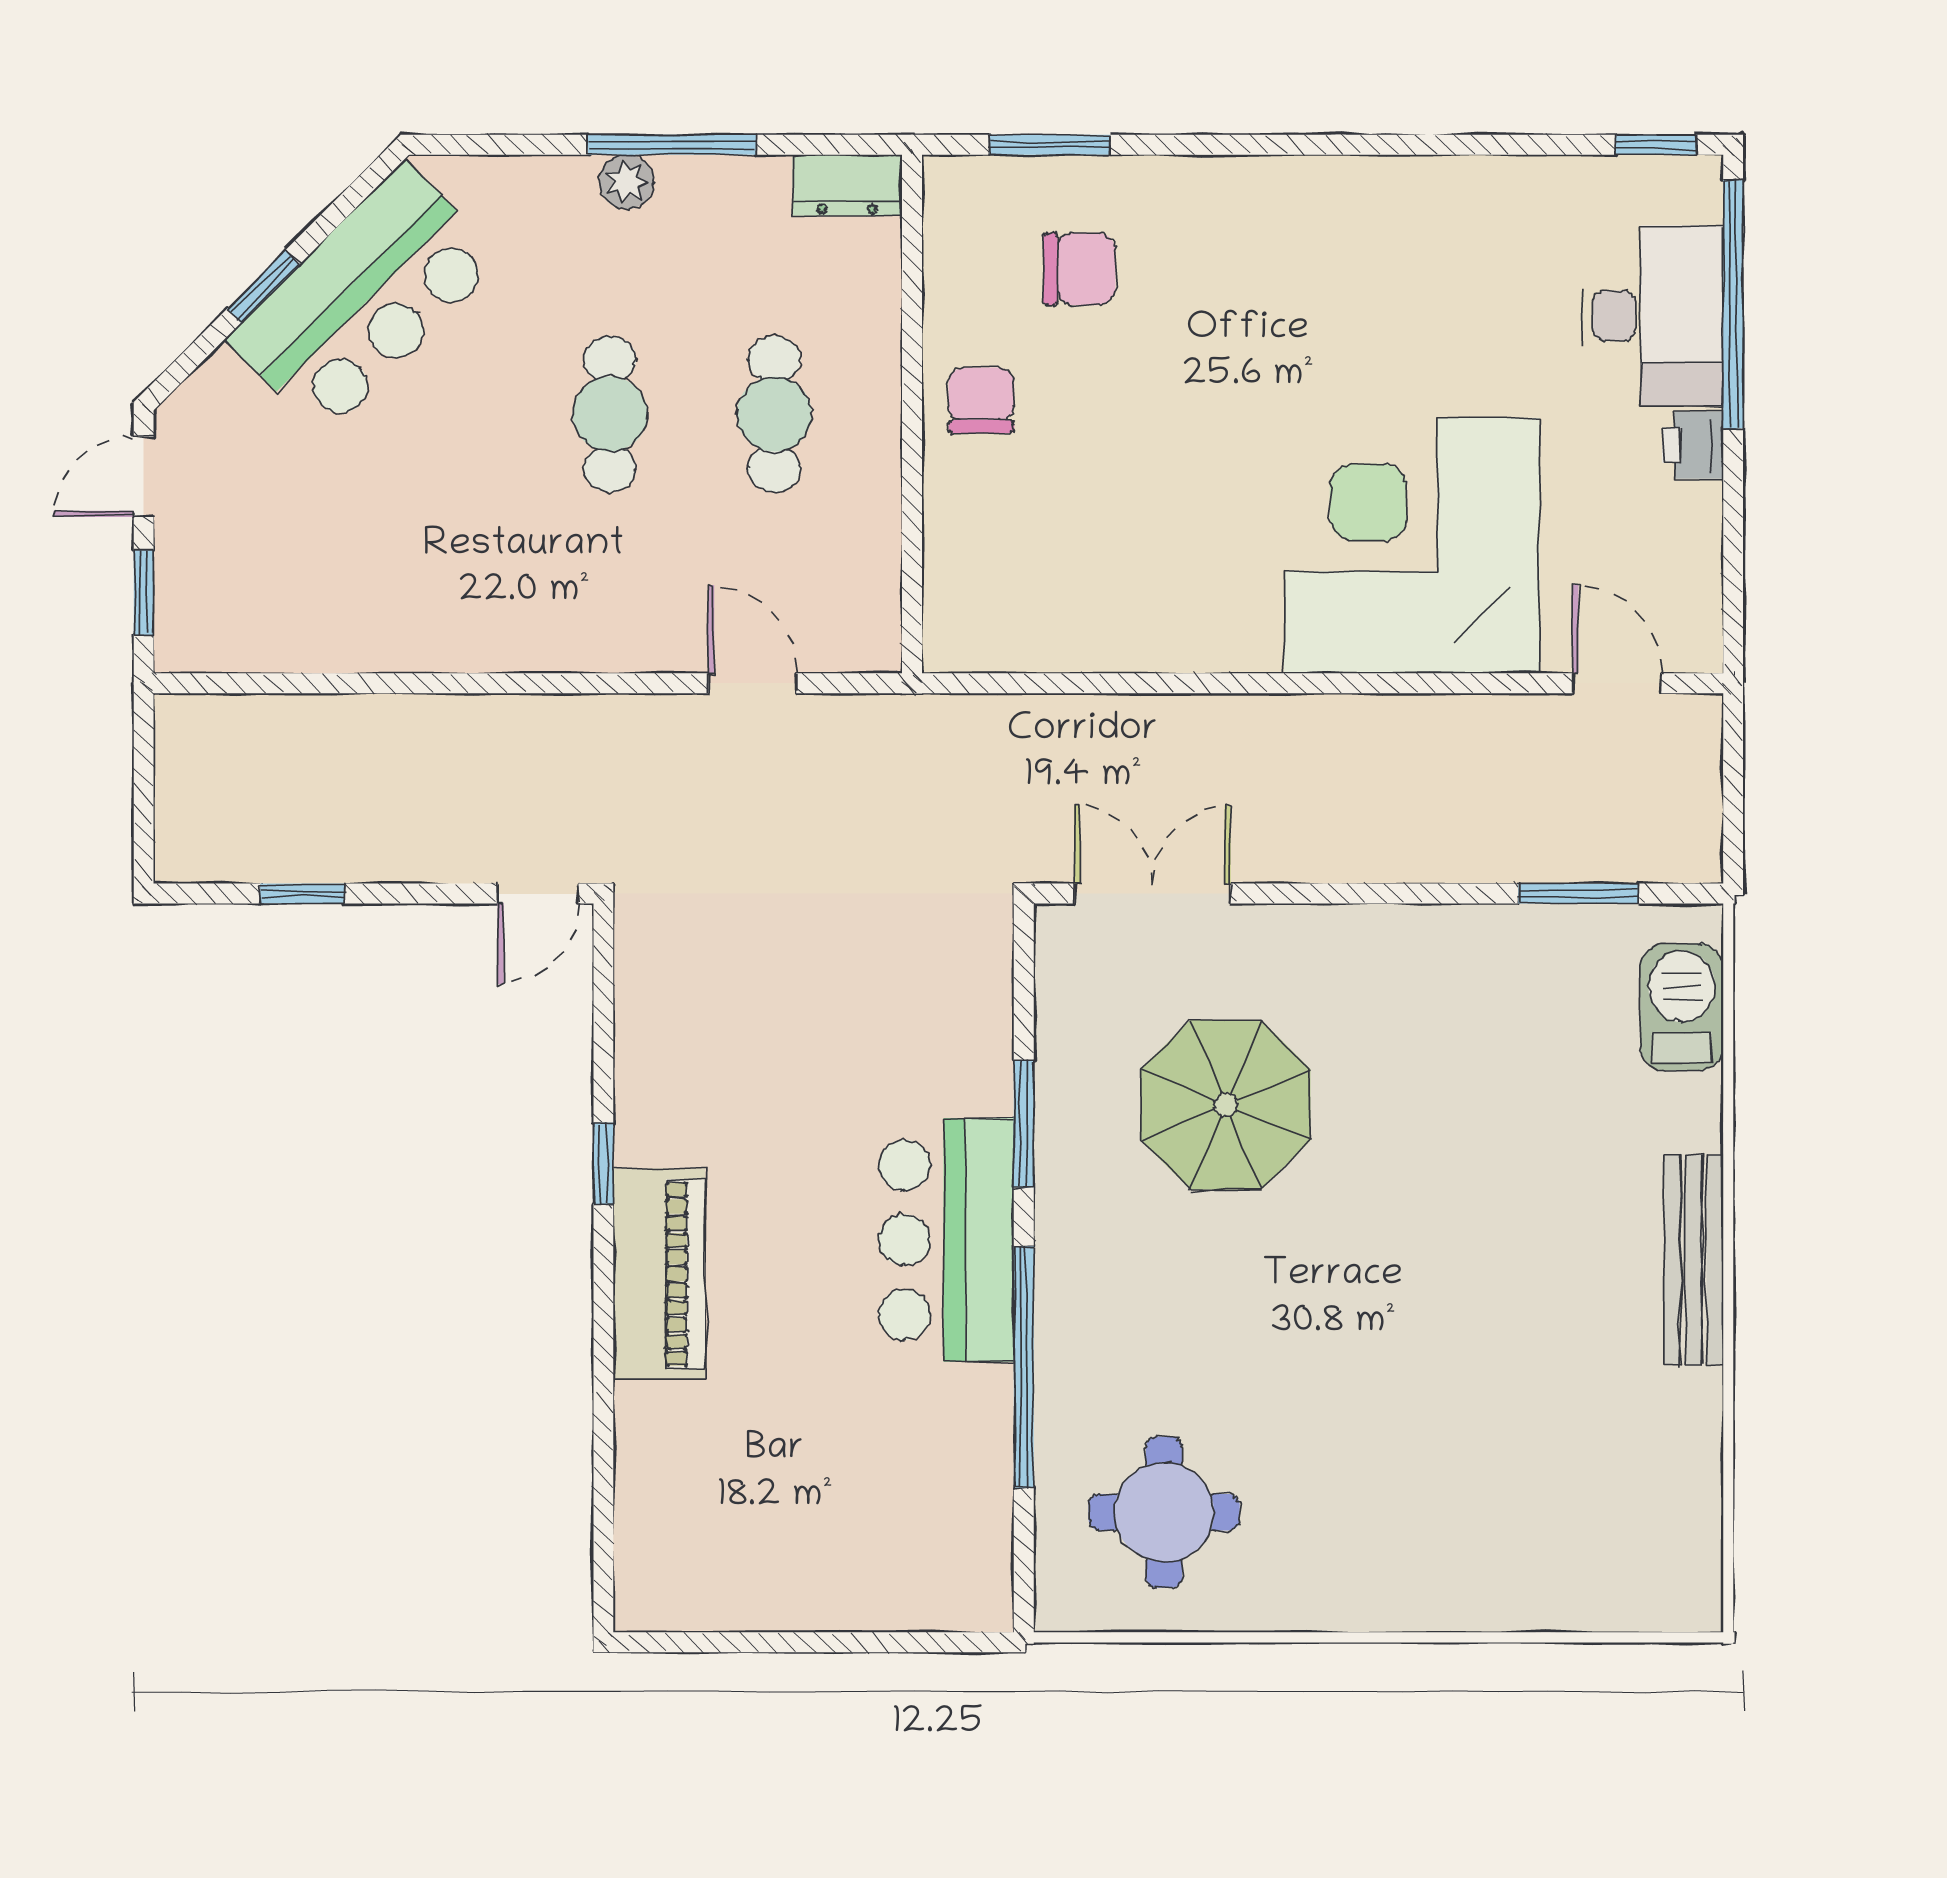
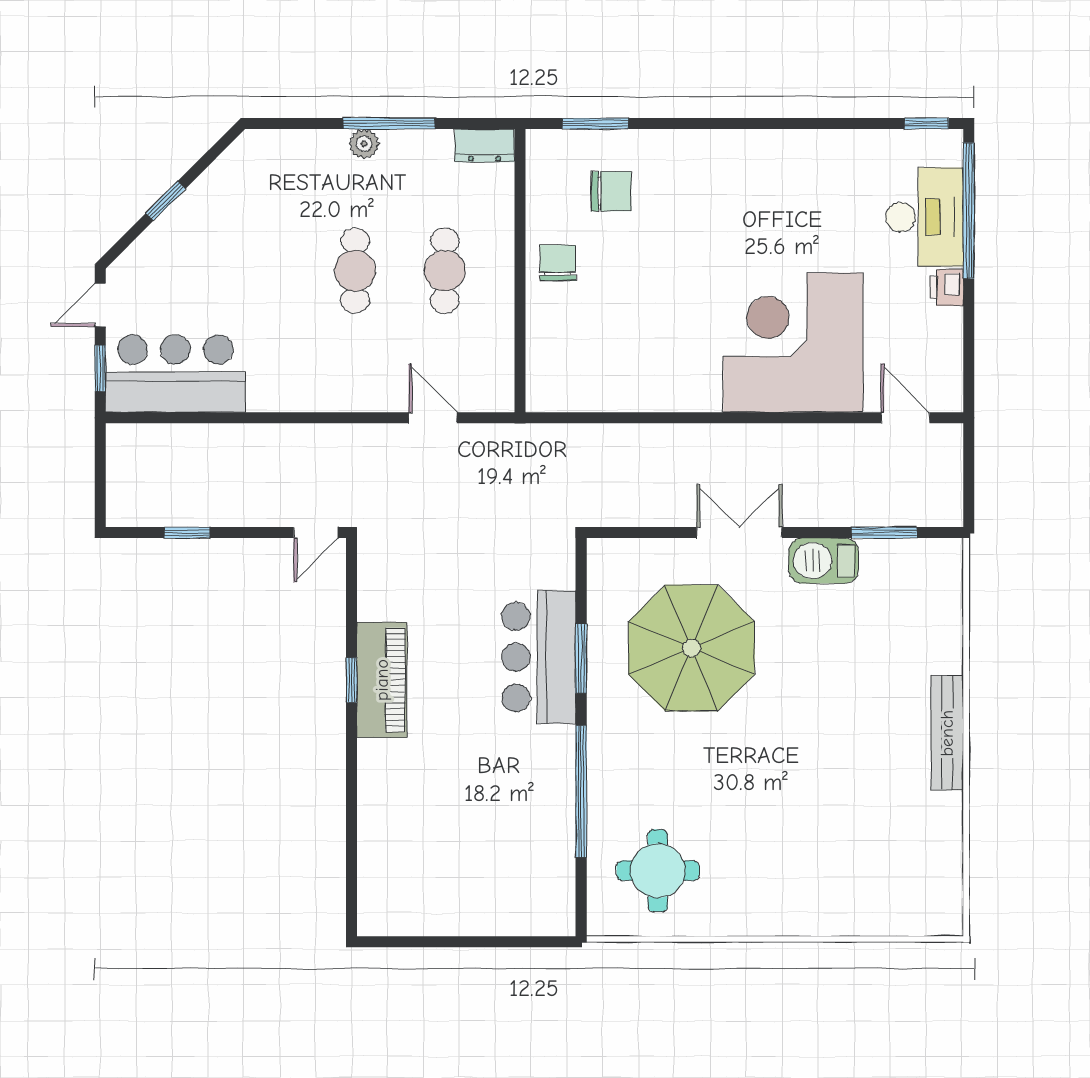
bar counter: (365, 299) -> (175, 374), moved, turned -135
double door: (1152, 894) -> (739, 533), moved
barbecue: (1682, 1007) -> (824, 561), moved, turned -90
parasol: (1226, 1105) -> (692, 648), width x1.36, depth x1.36
bar counter: (946, 1240) -> (539, 657), moved
piano: (659, 1274) -> (382, 680), moved

